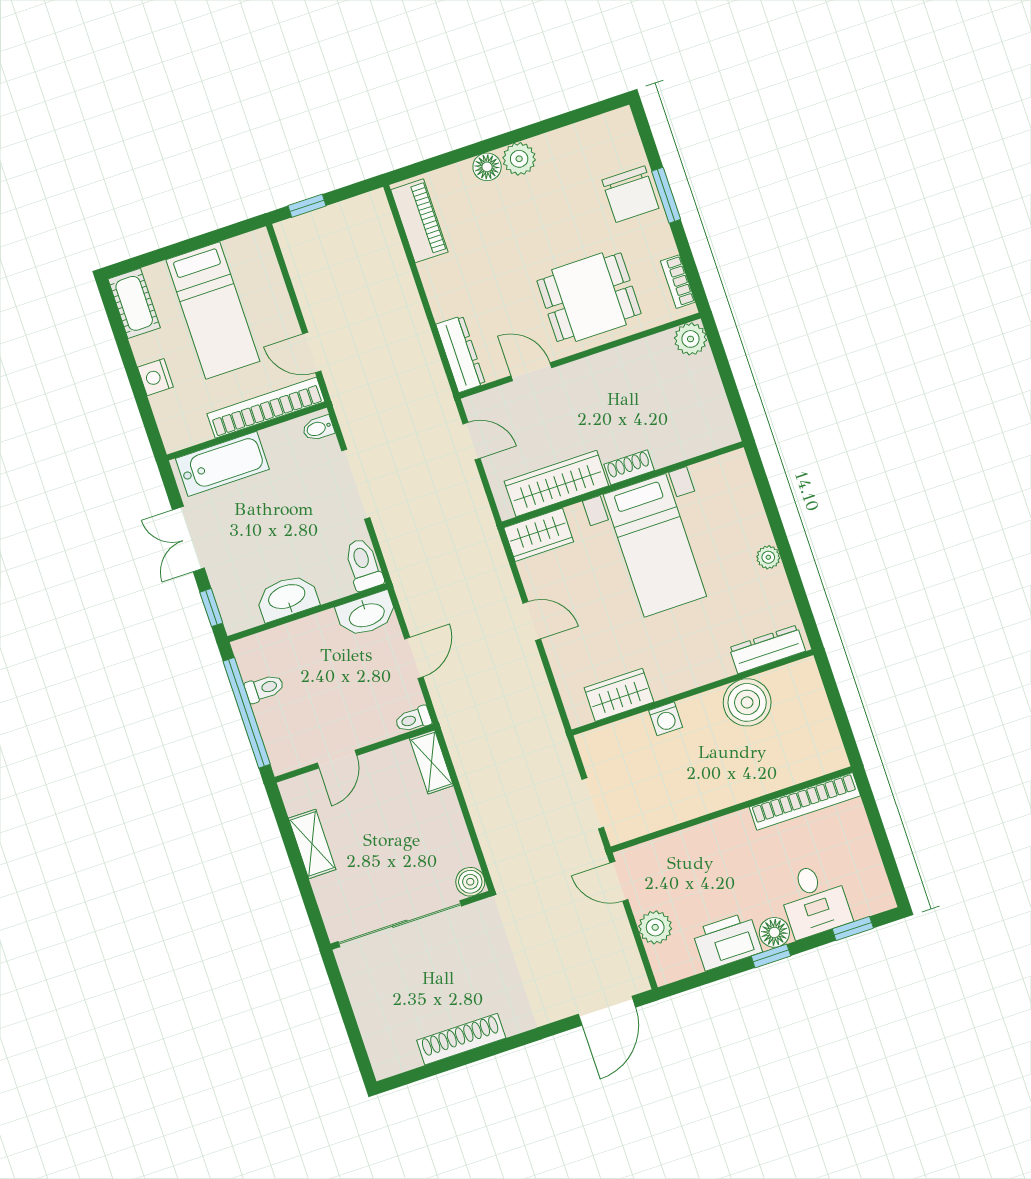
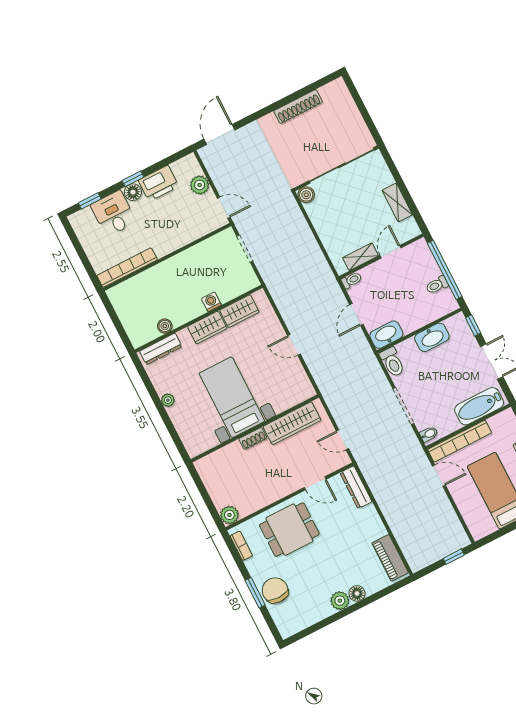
wardrobe: (539, 535) -> (207, 328), moved, turned 180
boiler: (747, 702) -> (165, 326), width x0.54, depth x0.54
shelving: (431, 762) -> (361, 257), moved, turned 90

